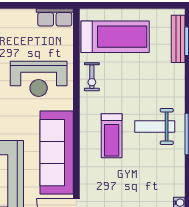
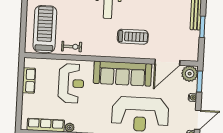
row of seats: (55, 17) -> (29, 80), moved
treadmill: (112, 136) -> (133, 37), moved

